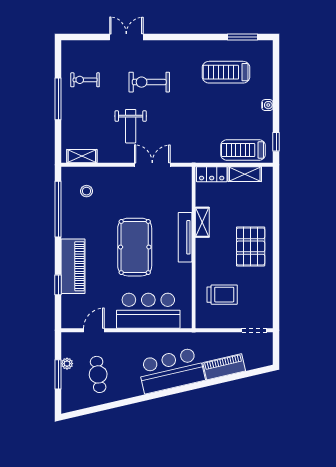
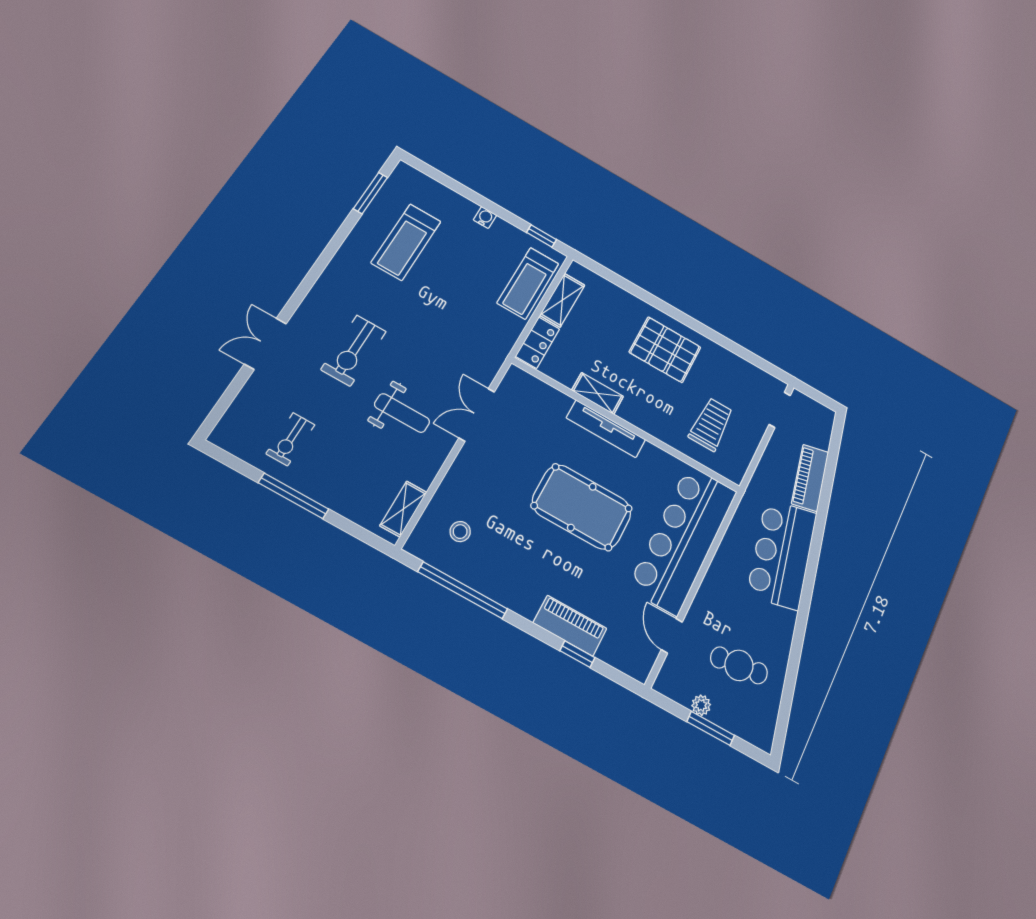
piano: (73, 266) -> (570, 626), width x0.73, depth x0.75
bar counter: (148, 311) -> (683, 539), width x1.36

